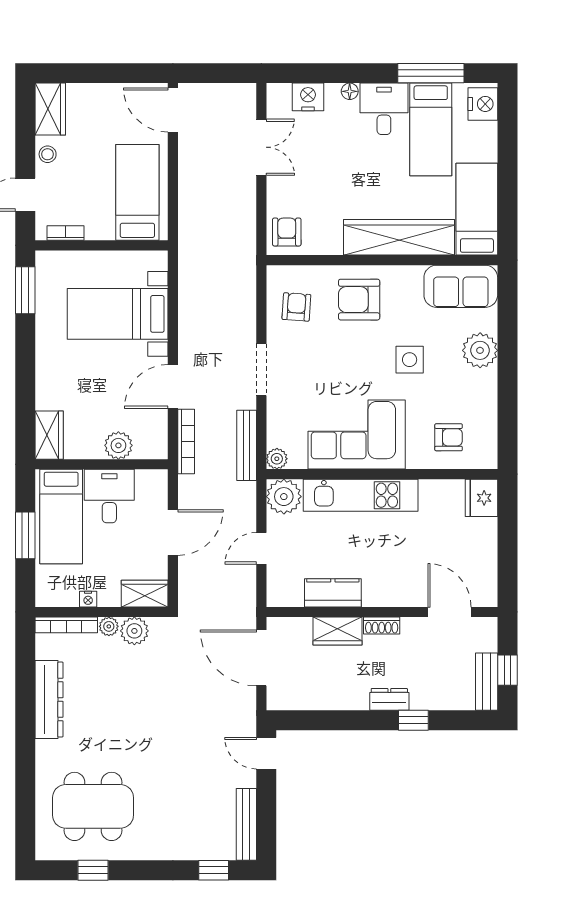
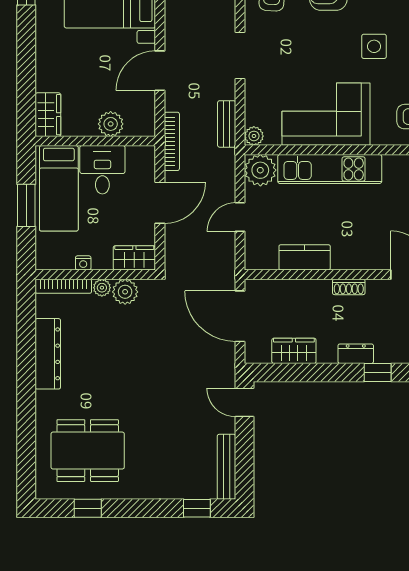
bookcase: (186, 441) -> (172, 141), moved
bench: (247, 445) -> (227, 124), width x0.73
wardrobe: (337, 631) -> (294, 351), moved, turned 180

